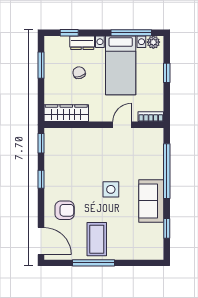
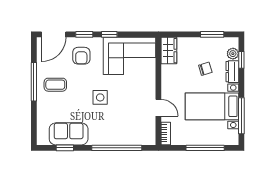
plant: (153, 42) -> (233, 54), moved
window: (167, 73) -> (205, 148), width x2.17
wardrobe: (66, 113) -> (169, 51), width x0.67
window: (41, 143) -> (84, 34), moved
corner sofa: (65, 157) -> (130, 56), added
sofa: (151, 201) -> (69, 134), moved
coffee table: (97, 239) -> (55, 85), width x0.73, depth x0.77

